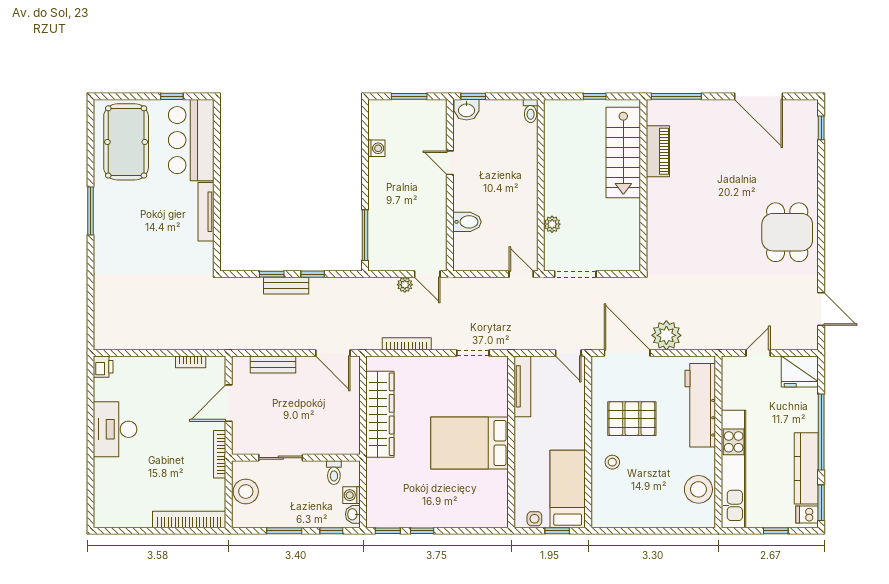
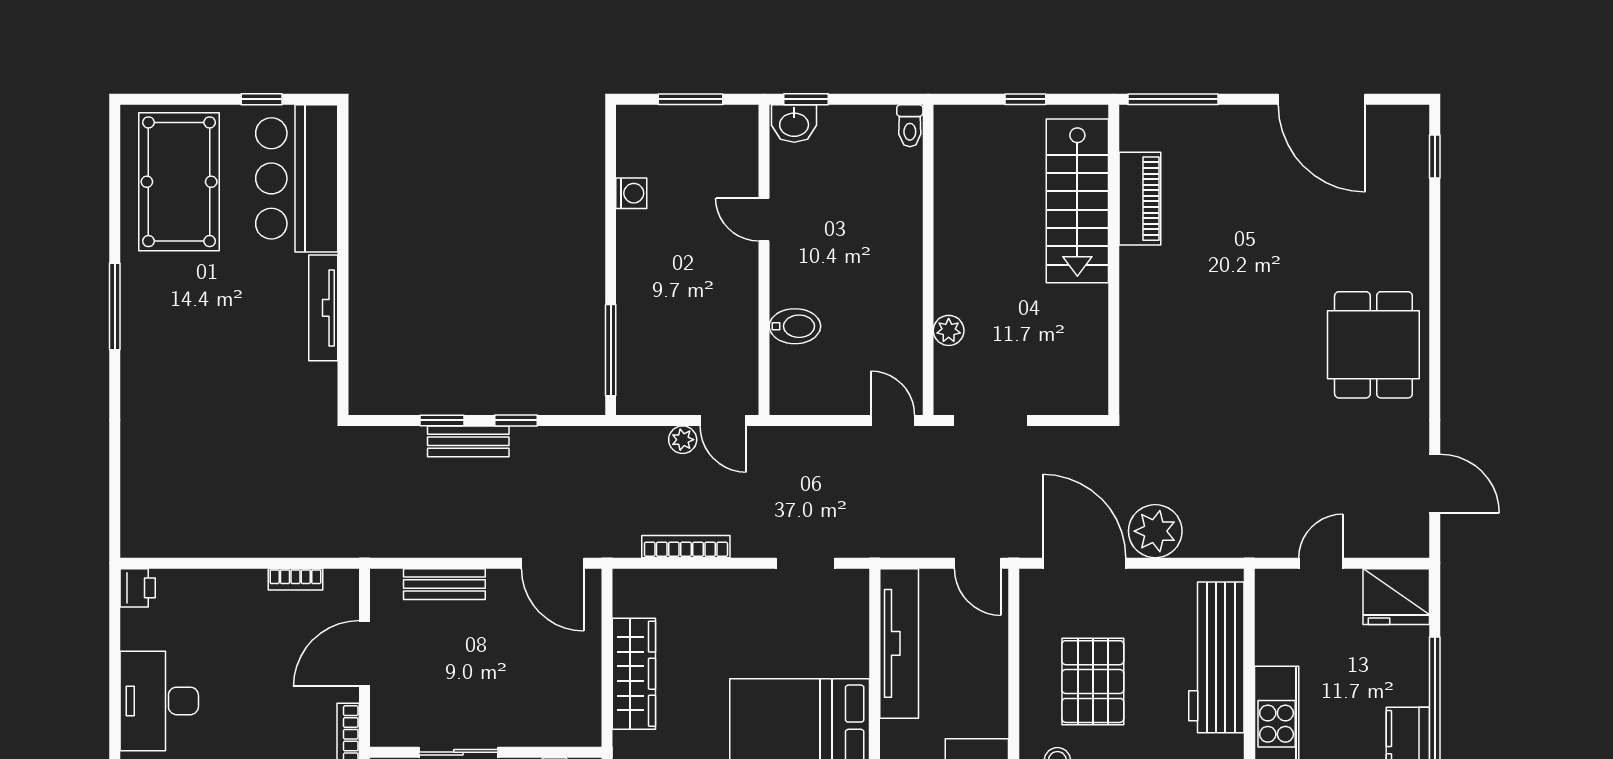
tv unit: (522, 386) -> (899, 643), width x1.36, depth x1.29
wardrobe: (380, 414) -> (634, 674), width x0.71, depth x0.85
pallet: (632, 419) -> (1093, 682), turned 90

